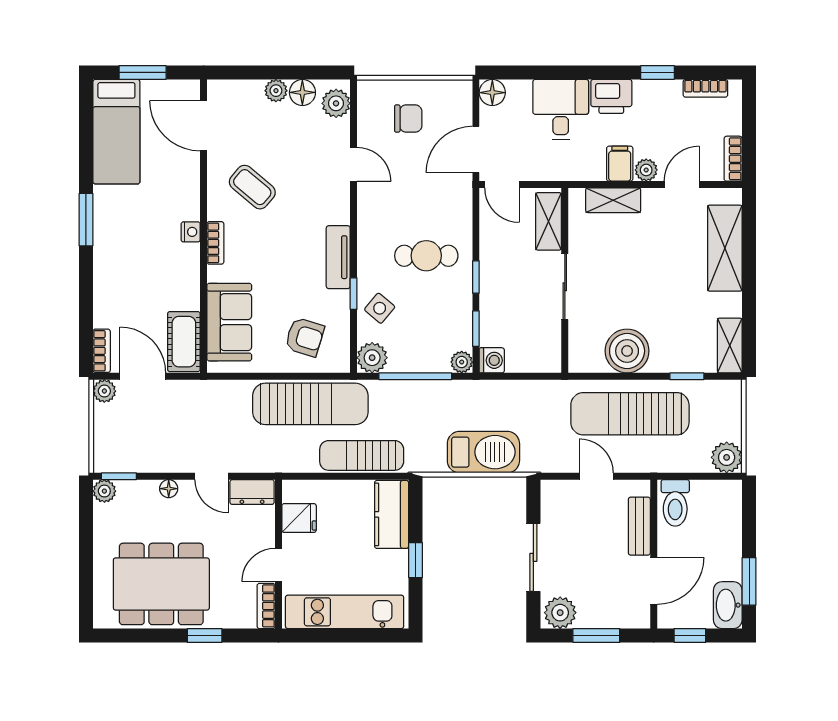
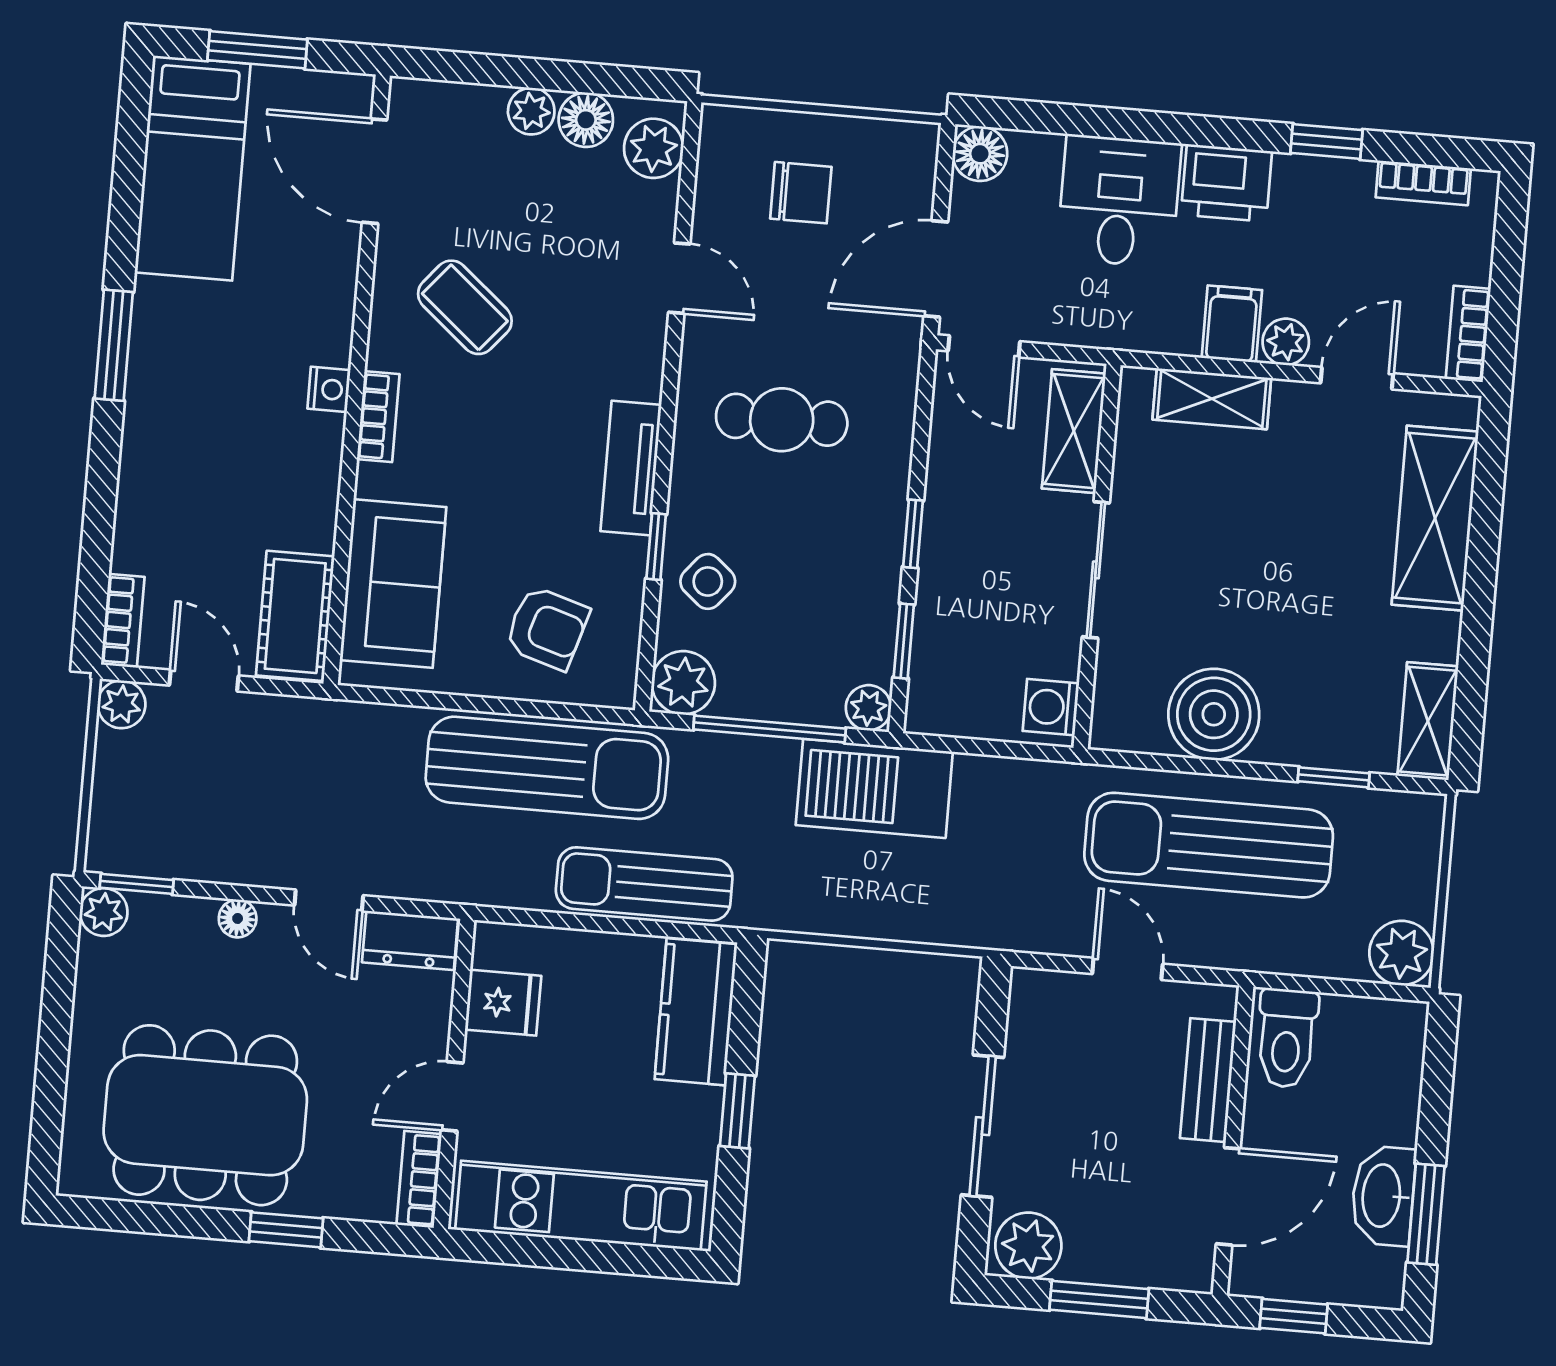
cafe table: (426, 256) -> (782, 420), moved
washing machine: (492, 360) -> (1051, 707), moved, turned 180
door: (143, 376) -> (204, 680), width x0.73
barbecue: (483, 452) -> (874, 788), moved, turned 180
washbasin: (728, 605) -> (1383, 1196), moved

